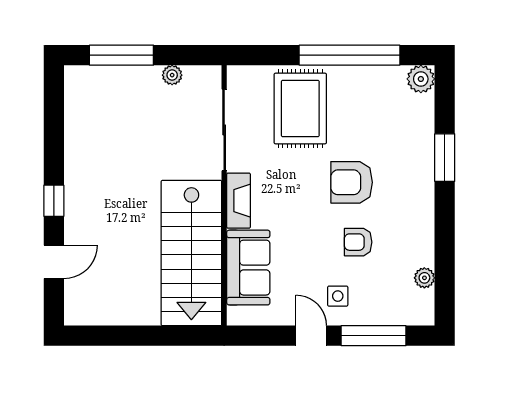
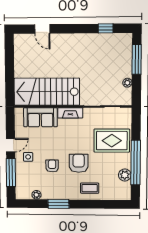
plant: (421, 79) -> (125, 175), moved
coffee table: (408, 158) -> (90, 188), added
window: (445, 158) -> (58, 204), moved
window: (54, 201) -> (106, 28), moved

